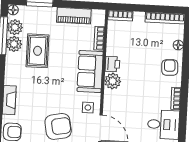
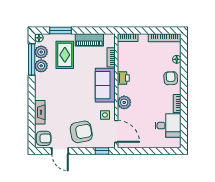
rug: (38, 51) -> (65, 55), moved
plant: (113, 81) -> (124, 102), moved

